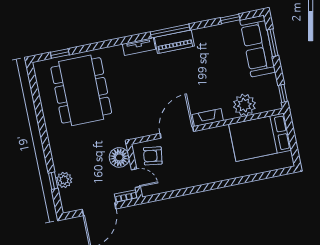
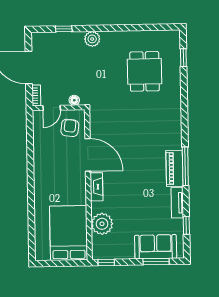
sofa: (258, 46) -> (156, 247), width x0.73
tv unit: (139, 47) -> (177, 203), moved
dining table: (81, 90) -> (145, 71), width x0.53, depth x0.80
floor lamp: (119, 157) -> (74, 100), width x0.53, depth x0.53
plant: (64, 180) -> (92, 39), moved

